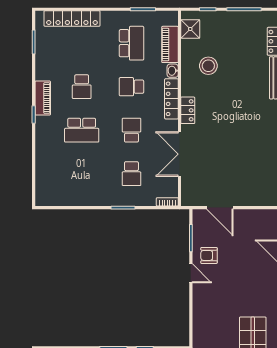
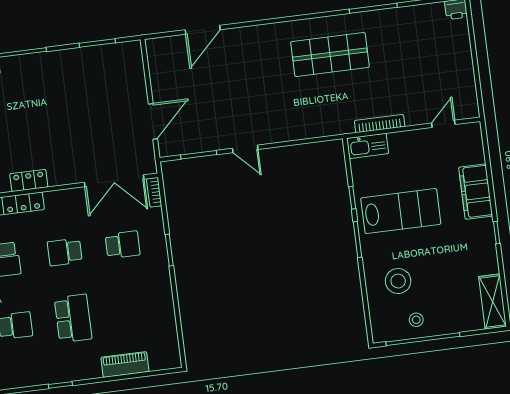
piano: (43, 98) -> (125, 364), moved
double door: (180, 154) -> (114, 181), moved
armchair: (209, 255) -> (218, 128), removed
door: (191, 273) -> (245, 149), swing flipped

